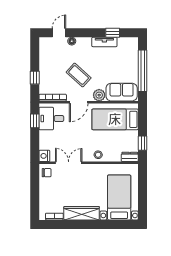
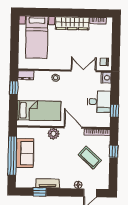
coffee table: (79, 75) -> (90, 158), moved
sofa: (122, 92) -> (25, 153), moved, turned -90
door: (79, 102) -> (73, 127), hinge flipped
desk: (51, 119) -> (99, 102), moved
double door: (69, 163) -> (84, 71), swing flipped

